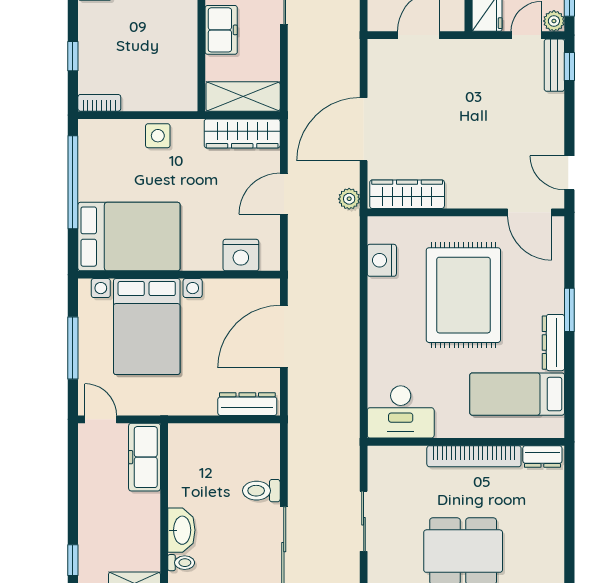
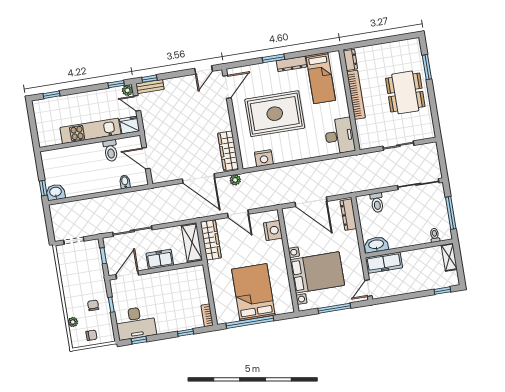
side table: (158, 136) -> (219, 283), removed
bed: (129, 237) -> (253, 292), moved
toilet: (261, 491) -> (377, 203), moved
washbasin: (181, 530) -> (376, 245), moved

